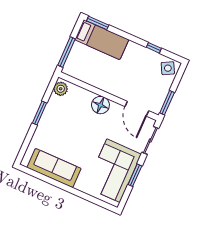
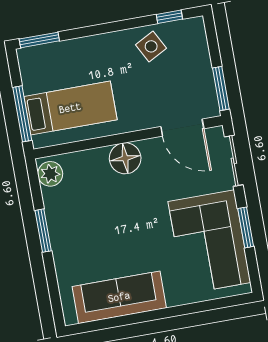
bed: (102, 40) -> (70, 108), moved
window: (154, 48) -> (169, 17), moved
side table: (168, 68) -> (151, 46), moved

